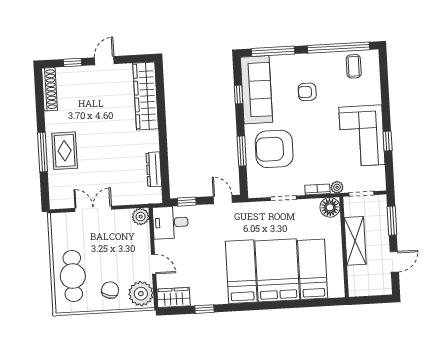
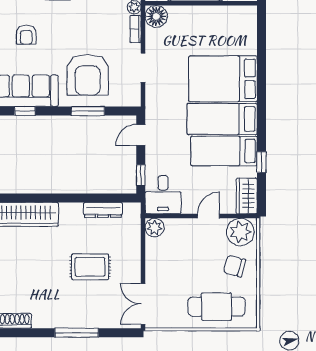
rug: (65, 151) -> (90, 267), moved
double door: (93, 209) -> (143, 304), moved
bed: (313, 269) -> (224, 151), moved

